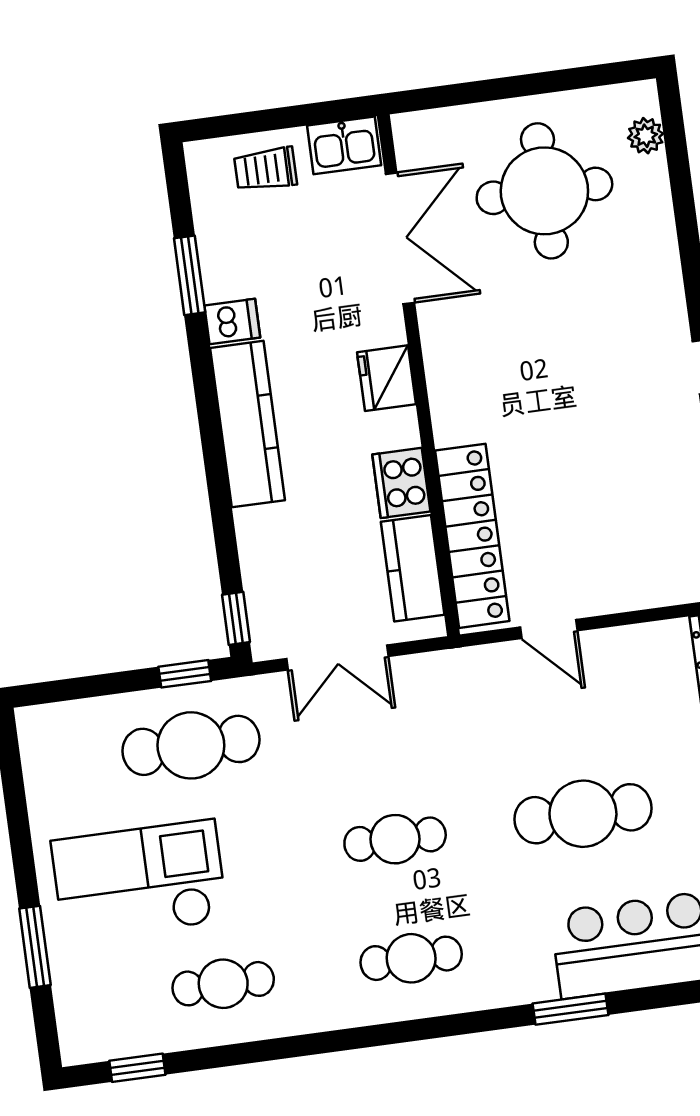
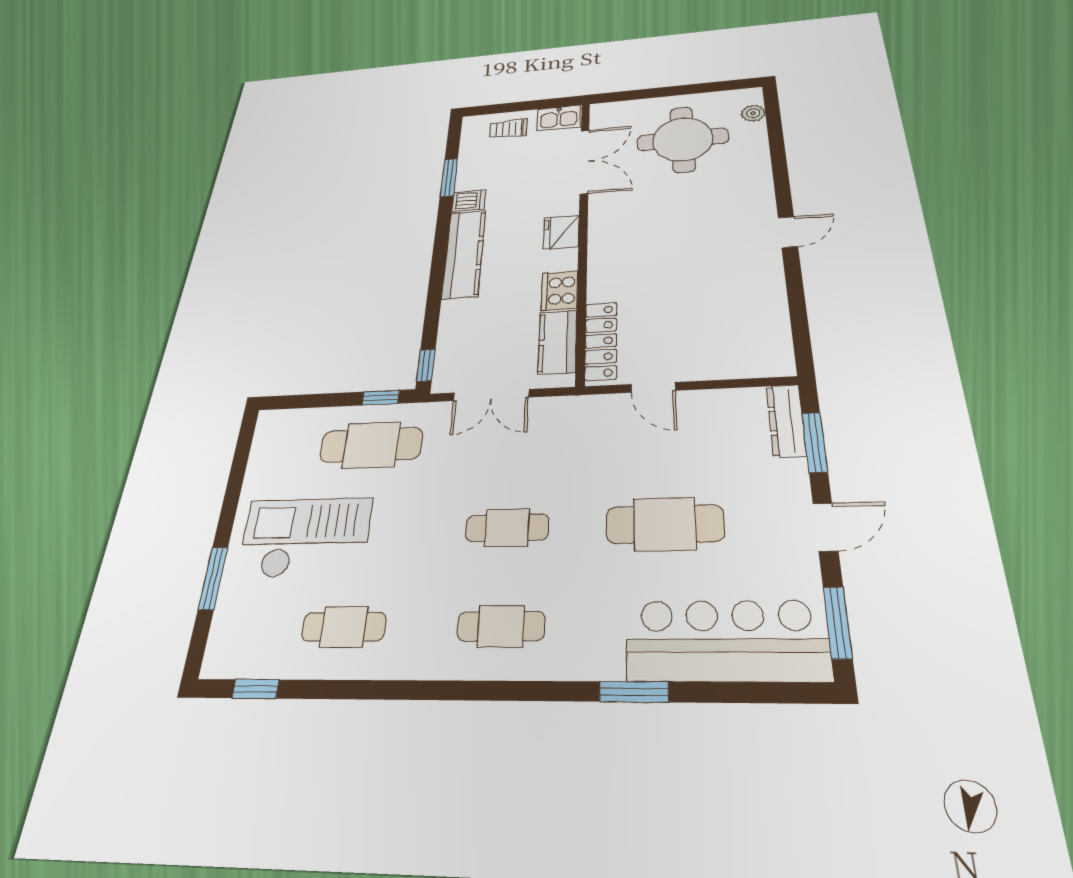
locker: (472, 536) -> (601, 341), width x0.71, depth x0.83

